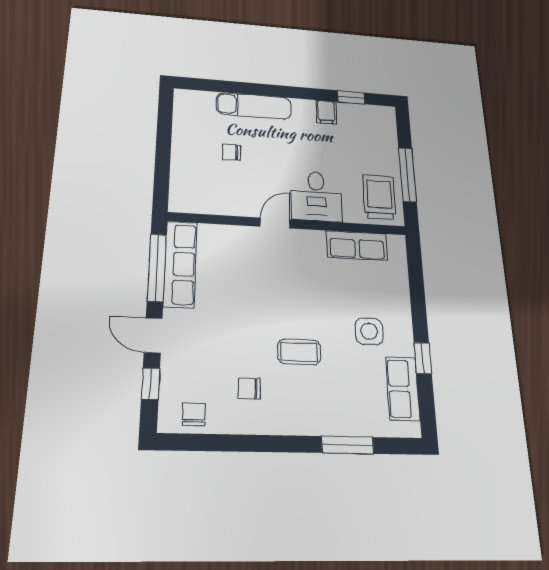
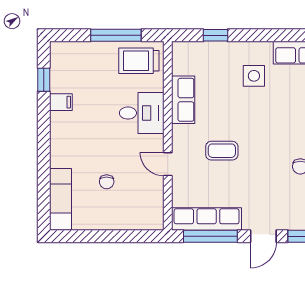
exam couch: (254, 106) -> (60, 199), moved
door: (275, 223) -> (168, 164), moved
row of seats: (357, 245) -> (183, 100), moved
coffee table: (299, 352) -> (222, 151), moved, turned 90
window: (423, 358) -> (215, 35), moved

